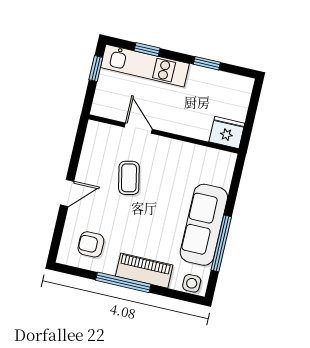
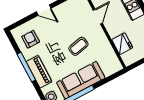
fridge: (227, 133) -> (122, 44), moved
coffee table: (129, 178) -> (78, 46), moved

